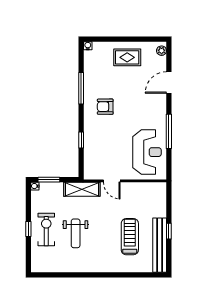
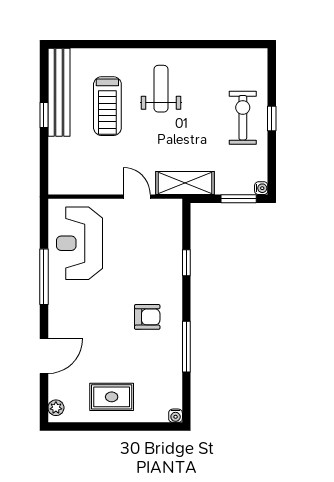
exercise bike: (46, 230) -> (243, 118), turned 180
weight bench: (76, 233) -> (161, 89), moved

